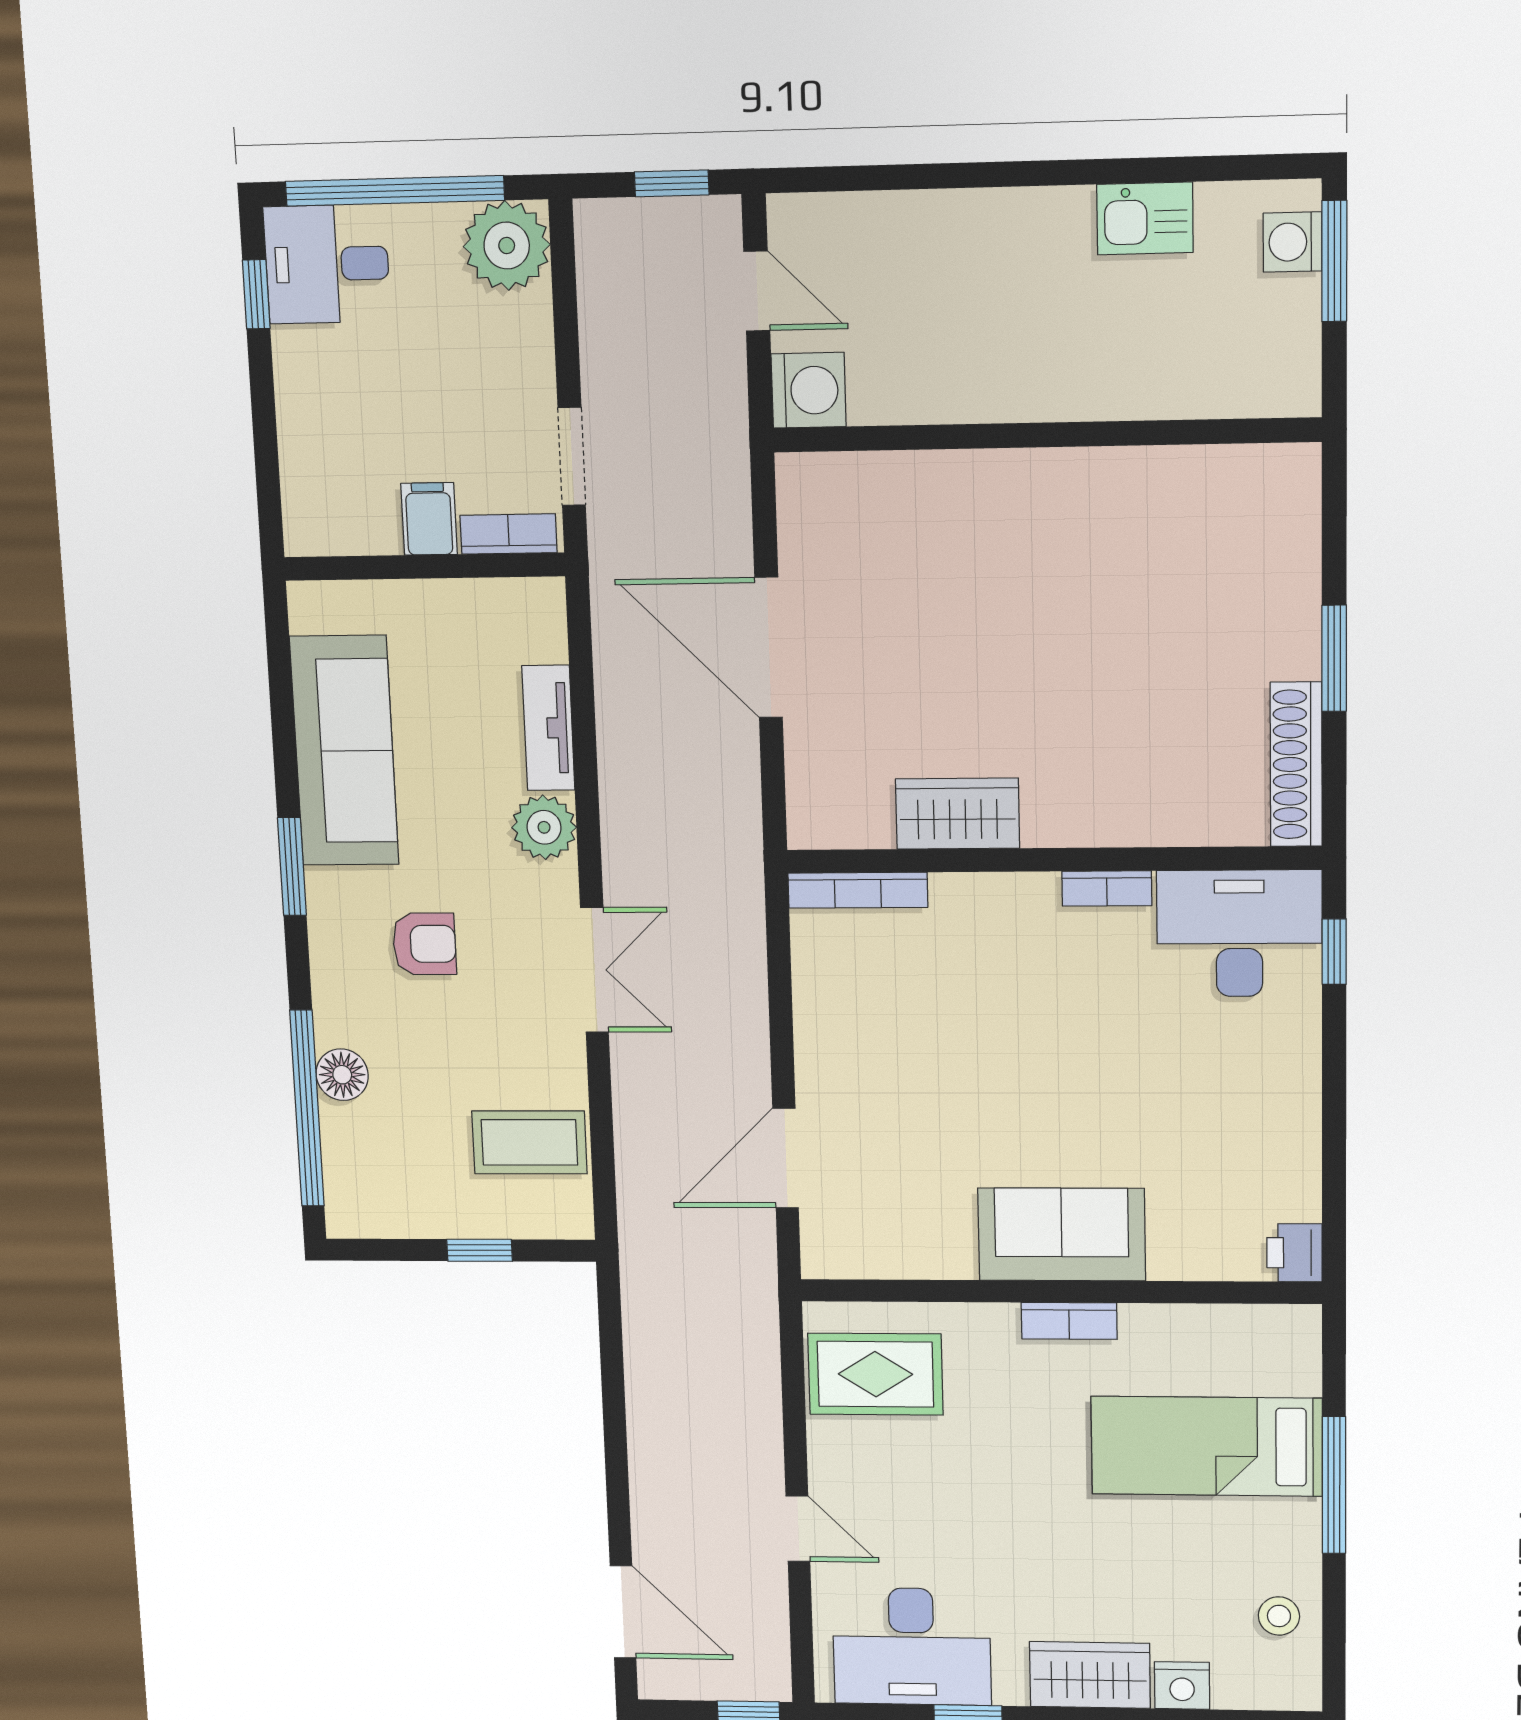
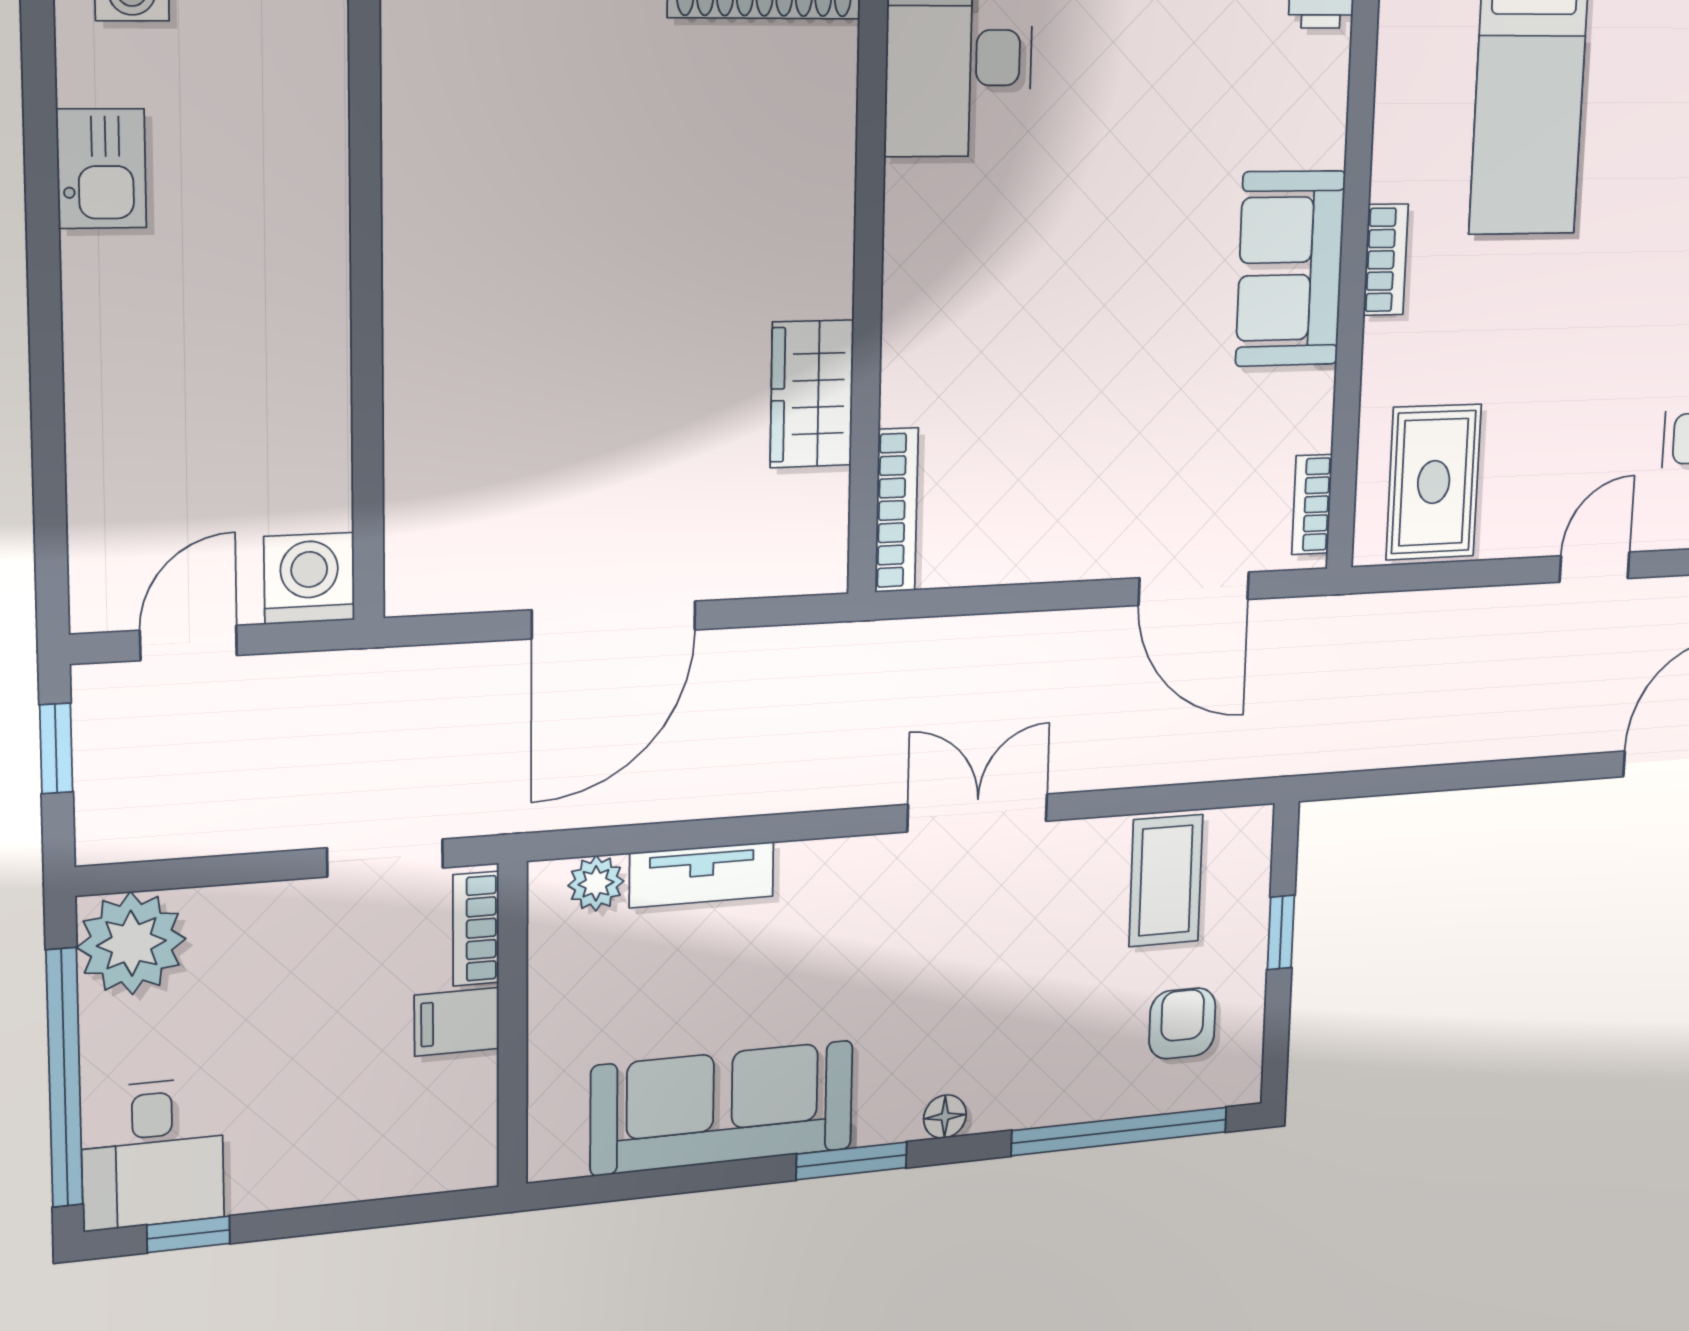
plant: (544, 827) -> (596, 883), moved, width x0.73, depth x0.73
bookcase: (1107, 888) -> (1312, 505), moved, turned 180
armchair: (424, 944) -> (1182, 1023), moved
floor lamp: (342, 1075) -> (945, 1117), moved, width x0.73, depth x0.73

